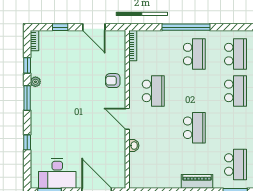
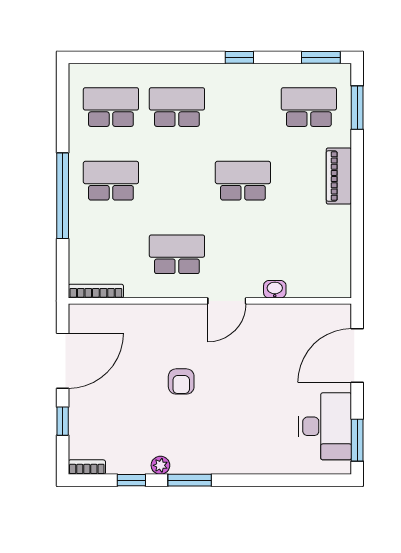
door: (94, 27) -> (63, 361), width x1.36
armchair: (113, 81) -> (181, 381), moved
window: (27, 142) -> (269, 480), removed

